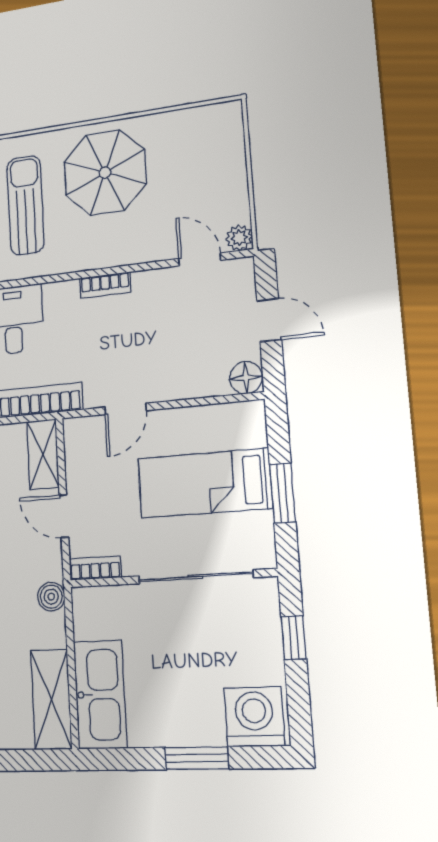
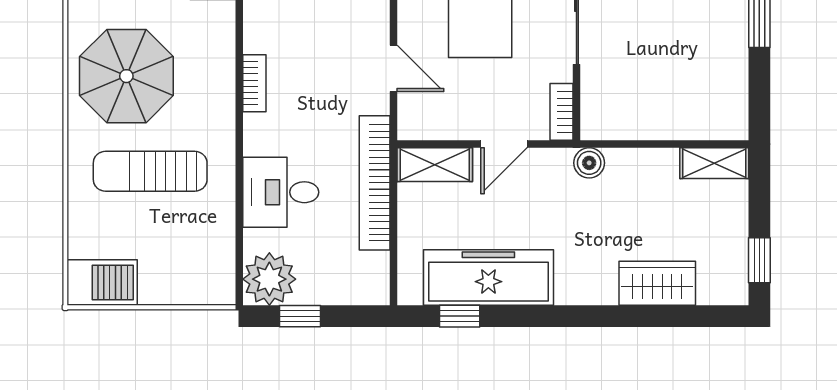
kitchen sink: (100, 695) -> (693, 114), removed
shelving: (51, 699) -> (714, 163), width x0.67, depth x0.75

